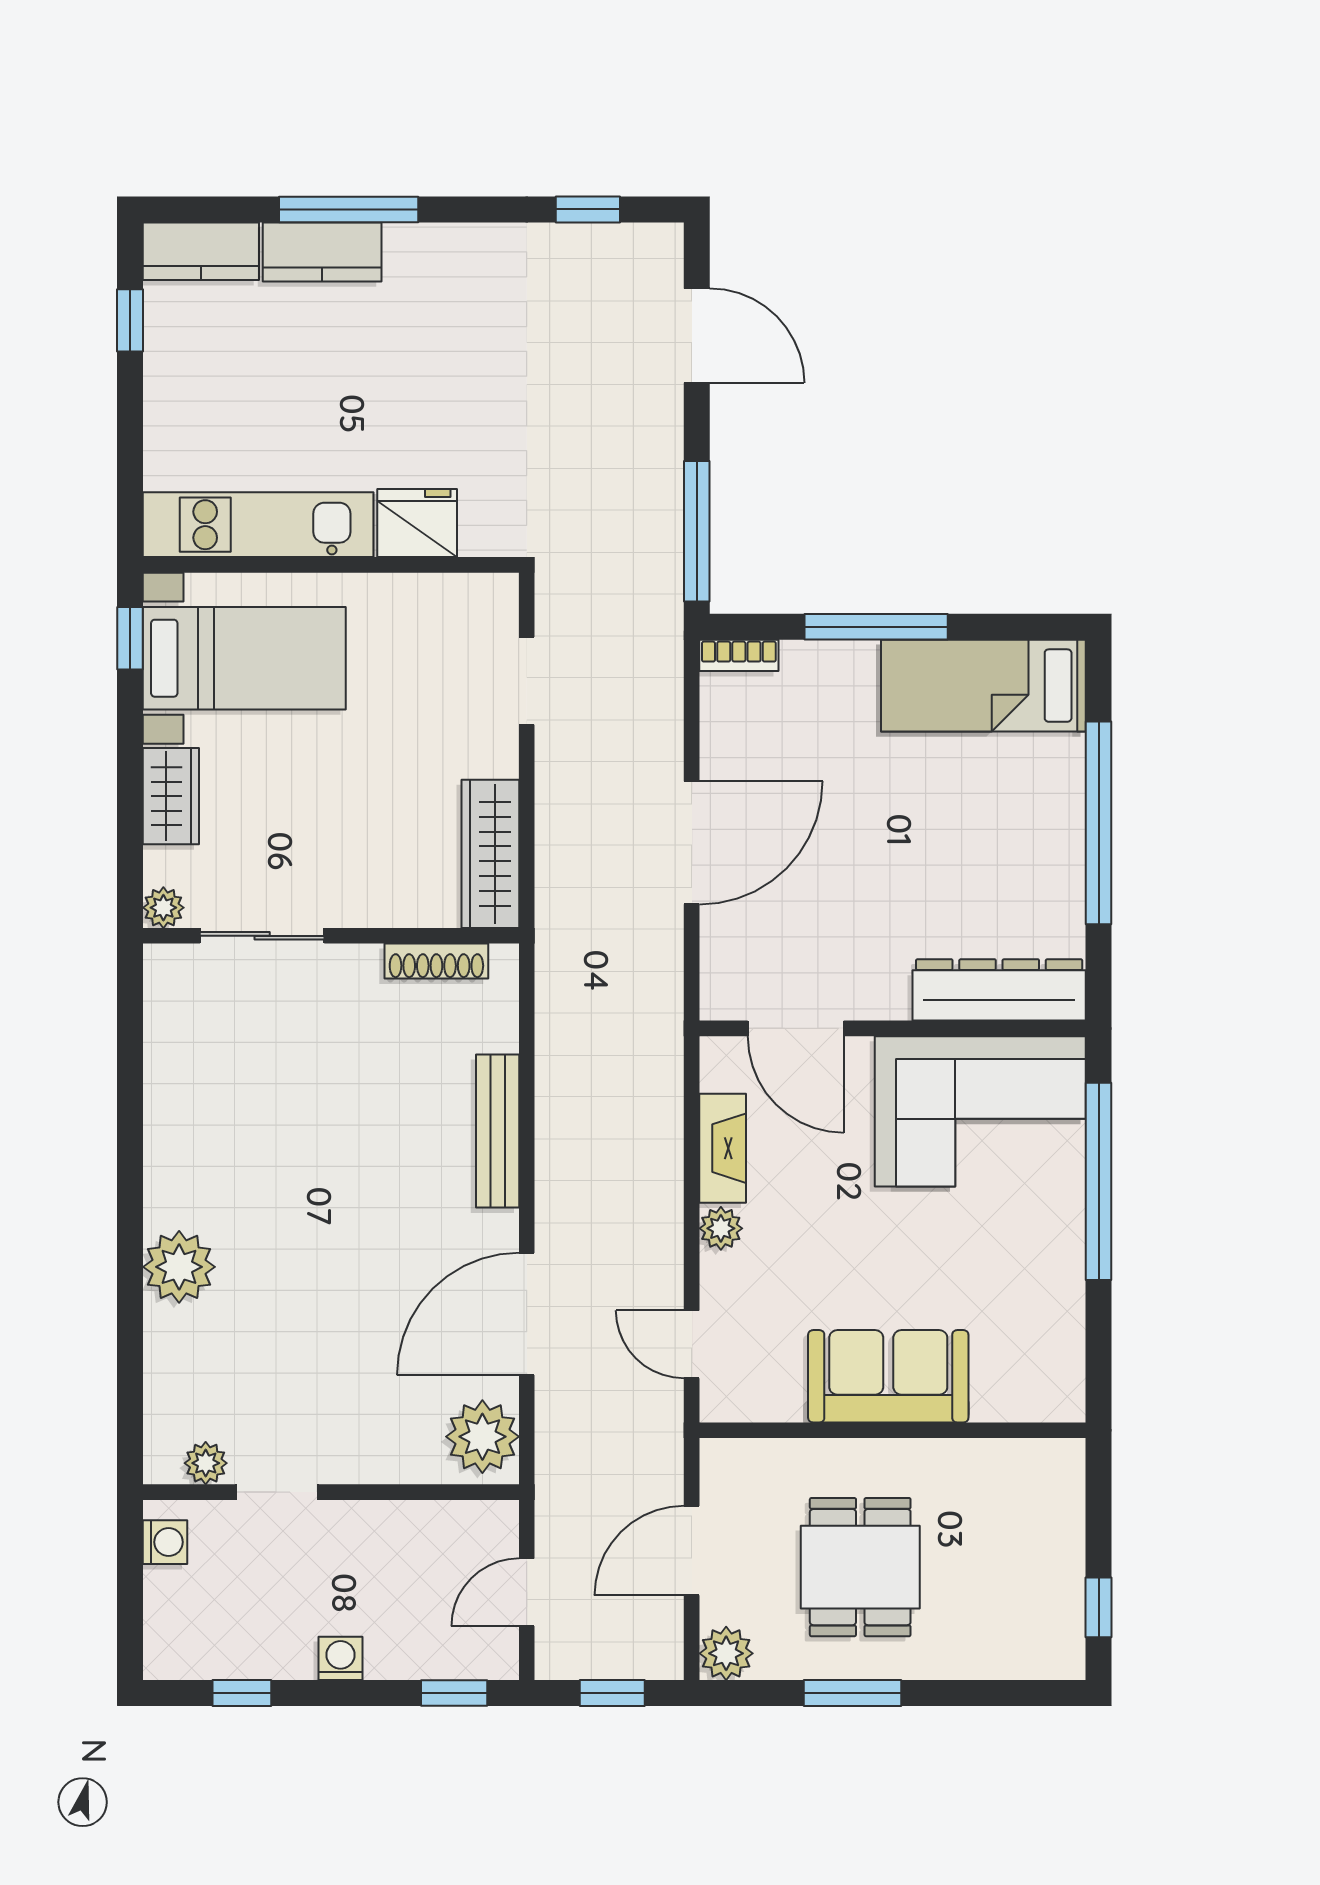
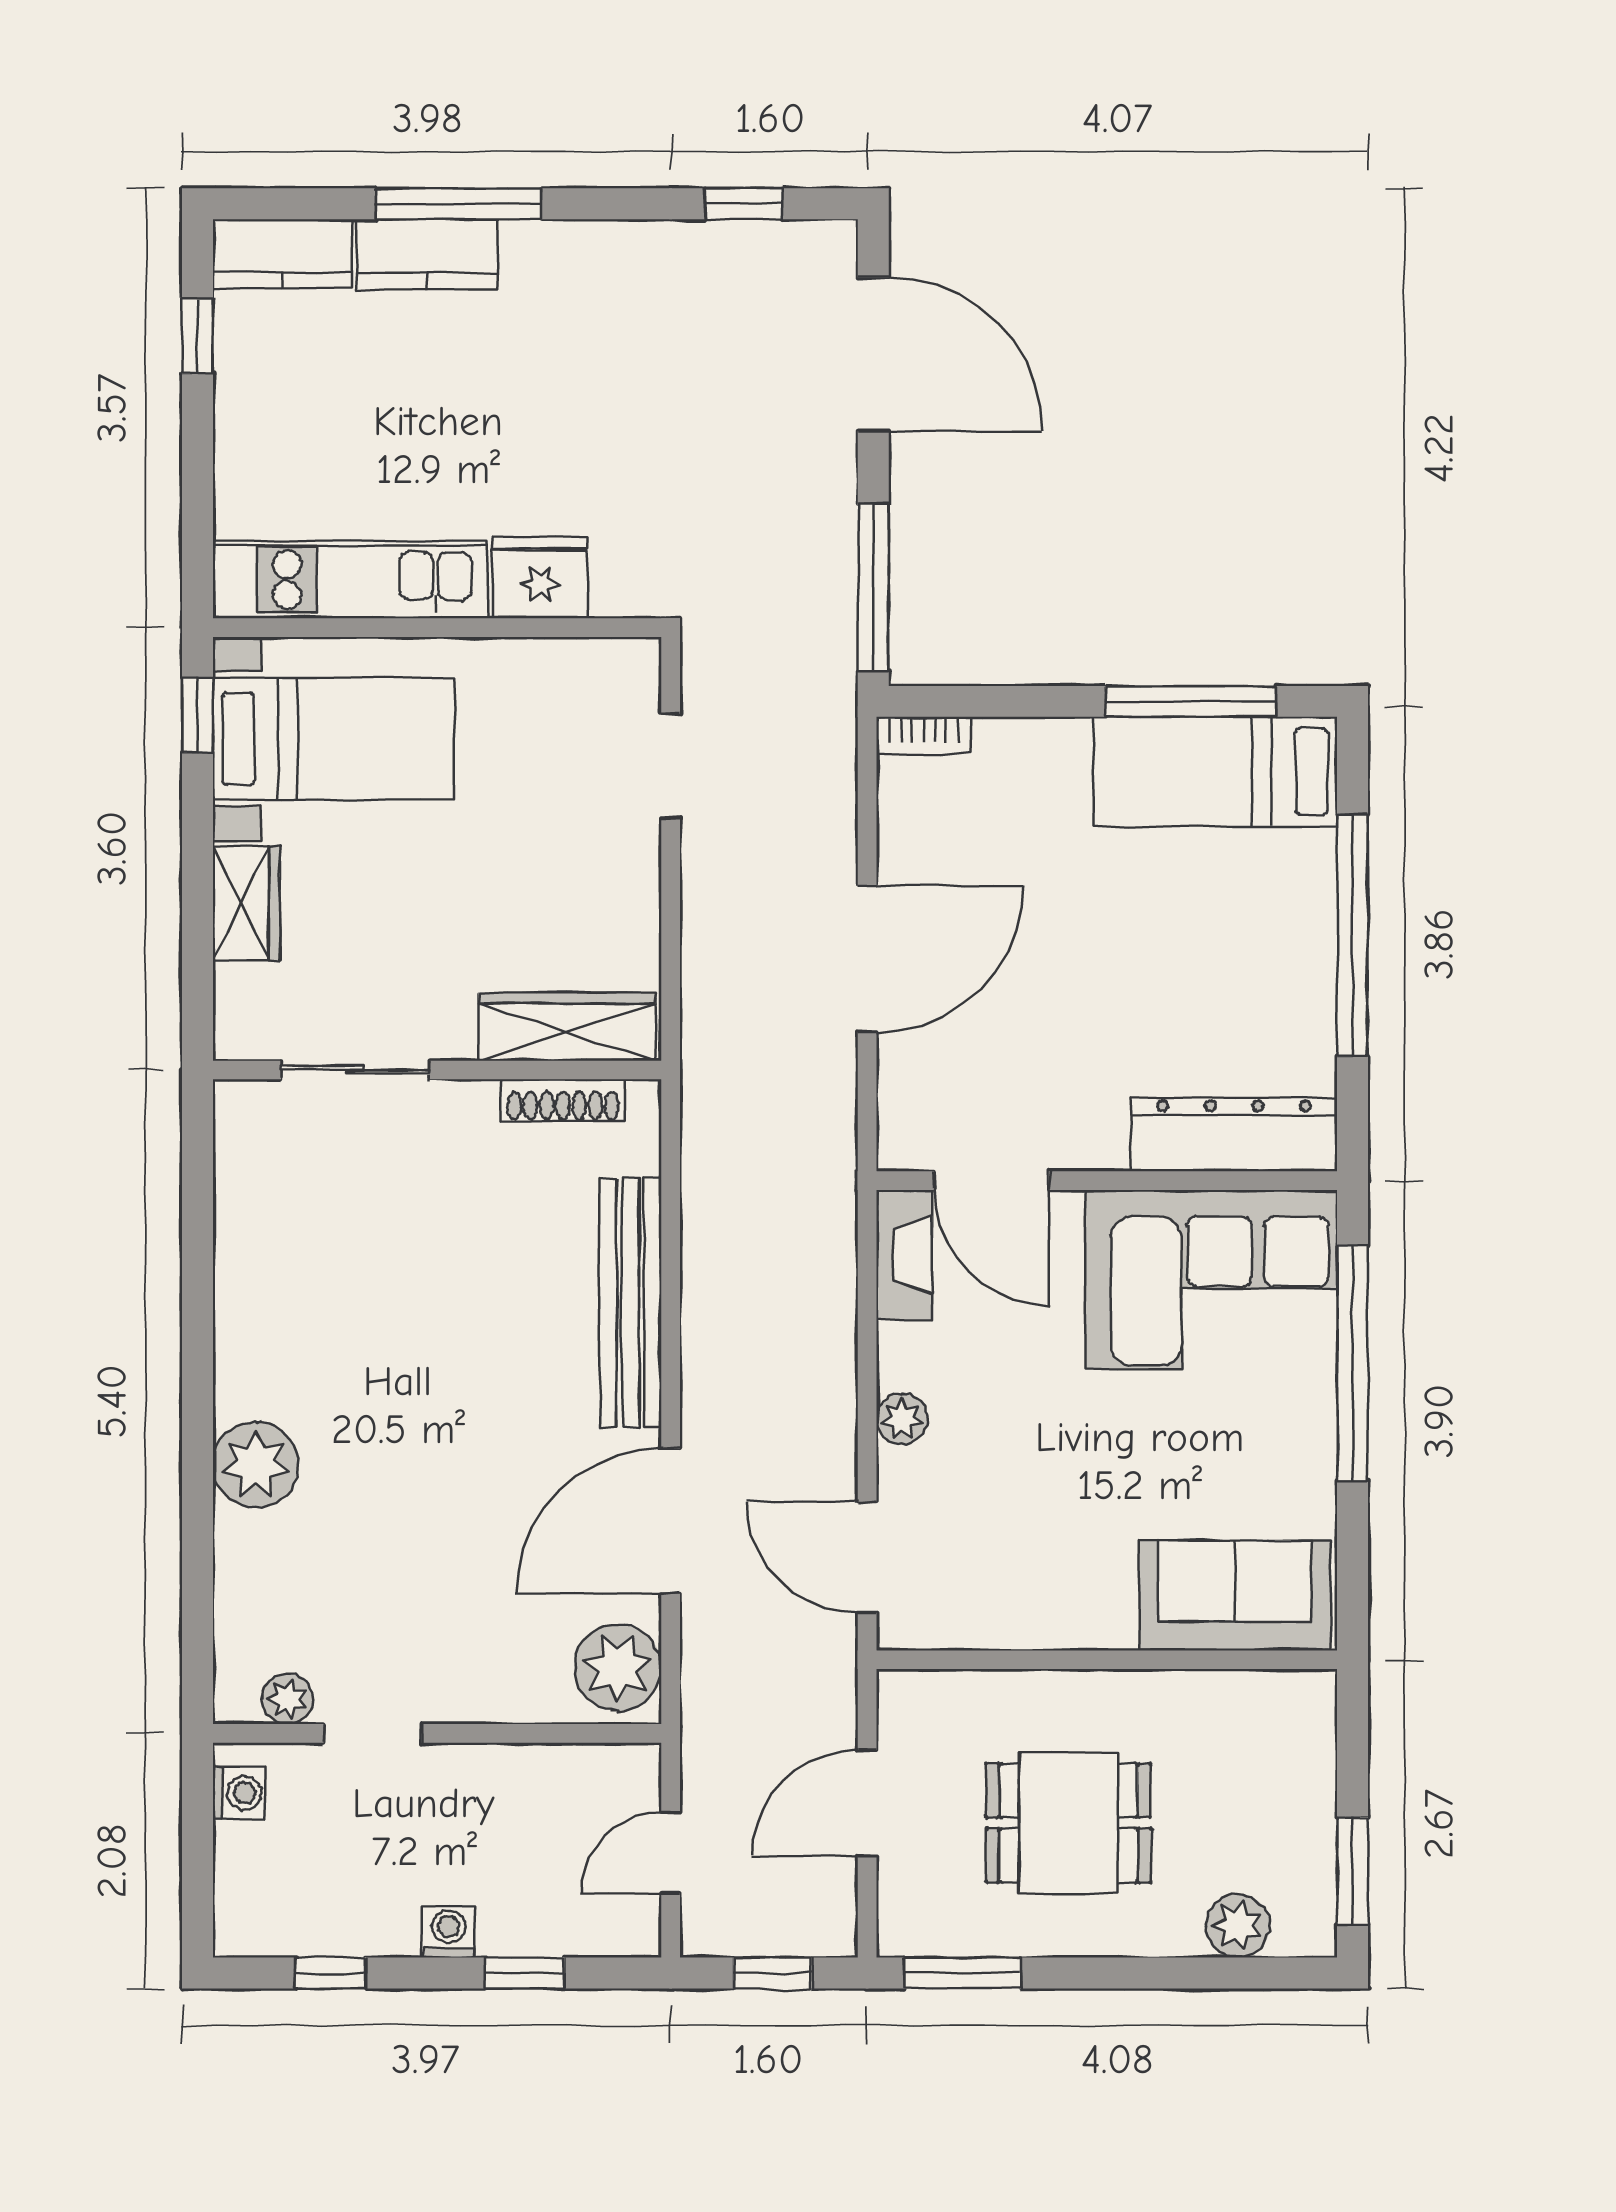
door: (697, 336) -> (873, 354), width x1.36
window: (876, 627) -> (1191, 701), moved
wardrobe: (490, 854) -> (567, 1027), moved, turned 90
plant: (163, 908) -> (237, 1036), removed
bench: (498, 1131) -> (630, 1303), width x1.37, depth x1.21
fireplace: (723, 1148) -> (904, 1255), moved
door: (692, 1344) -> (867, 1557), width x1.38
sofa: (888, 1376) -> (1235, 1595), moved
dining table: (860, 1567) -> (1068, 1823), turned 90
window: (1099, 1607) -> (1353, 1871), width x1.50
plant: (726, 1653) -> (1238, 1926), moved
window: (454, 1693) -> (525, 1973), moved
window: (853, 1693) -> (962, 1973), moved

